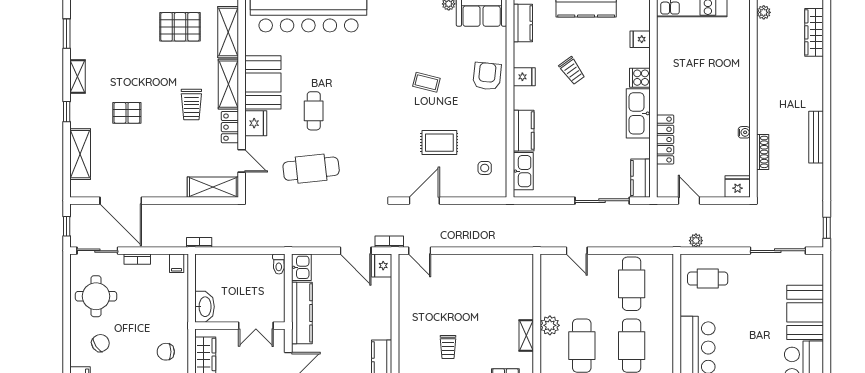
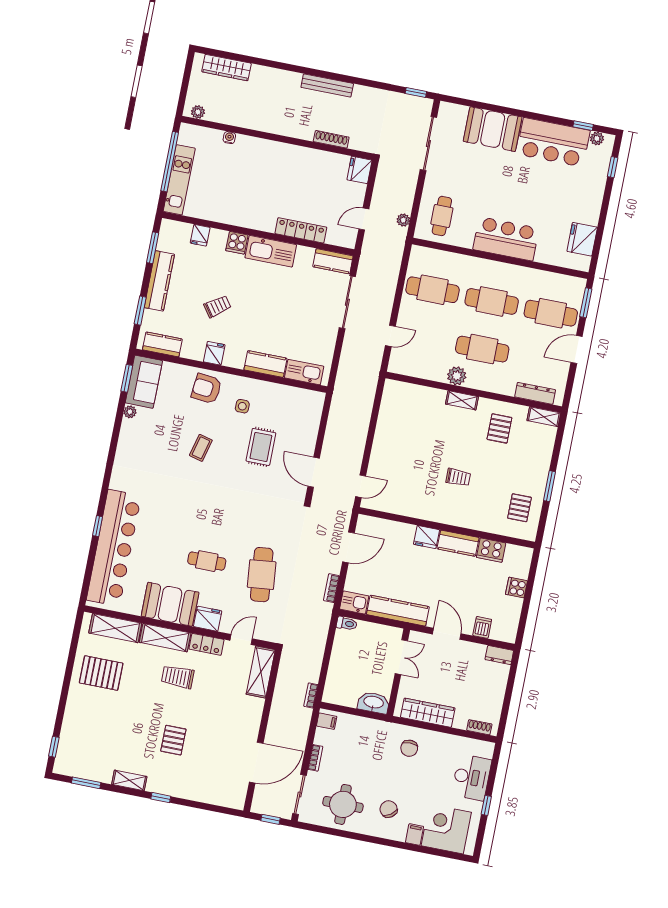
pallet: (180, 27) -> (101, 673), turned 90
trolley: (191, 105) -> (178, 677), turned 180
water cooler: (744, 132) -> (229, 138), moved
shelving: (80, 154) -> (204, 793), removed
side table: (485, 168) -> (242, 406), moved
bookcase: (389, 242) -> (331, 588), moved
fridge: (382, 266) -> (426, 537), moved

